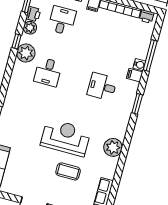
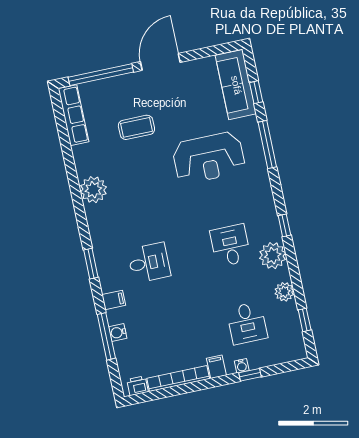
printer: (33, 14) -> (289, 312), removed
window: (17, 41) -> (284, 225), moved
water cooler: (139, 65) -> (118, 332), moved
reception desk: (66, 138) -> (209, 158), moved

